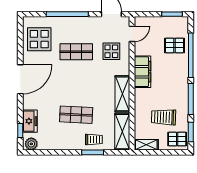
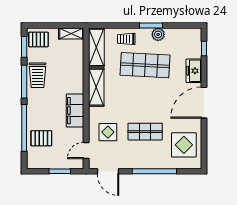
window: (172, 14) -> (60, 171), moved
shop shelf: (76, 115) -> (145, 65), width x1.43, depth x1.36
trolley: (163, 117) -> (37, 75), moved, turned 88
freezer: (30, 121) -> (194, 71), moved
plant: (31, 144) -> (158, 34), moved
window: (93, 152) -> (151, 25), moved

